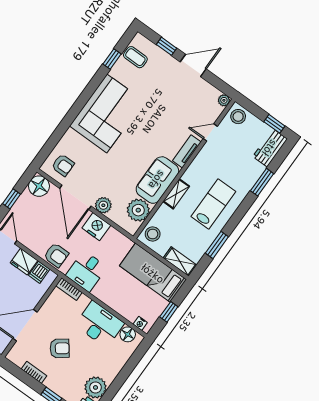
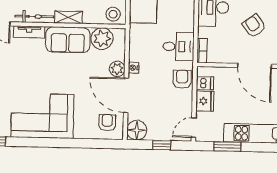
bicycle: (197, 165) -> (34, 17), added
door: (75, 197) -> (126, 95), swing flipped
nightstand: (96, 227) -> (134, 68), width x0.53, depth x0.56

